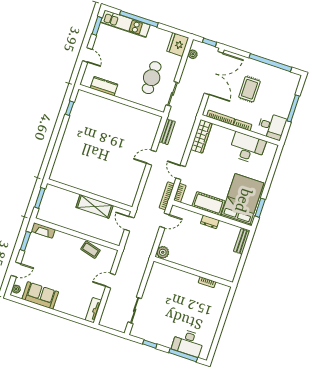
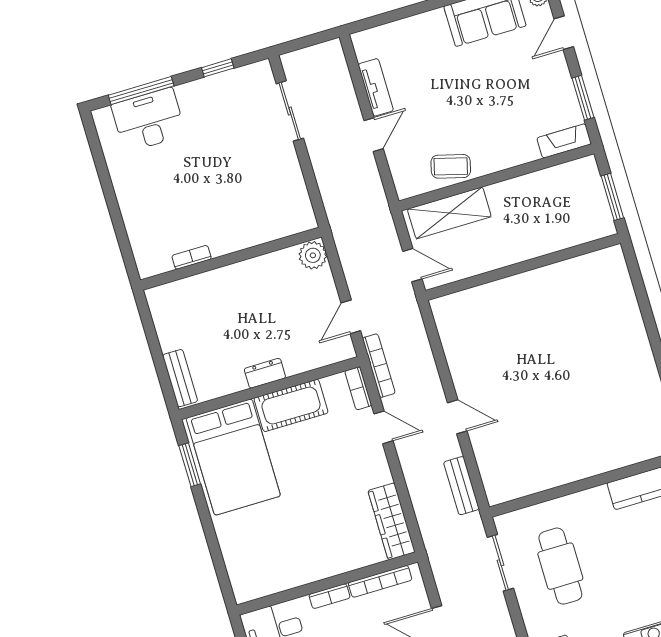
desk: (247, 148) -> (291, 559), removed
door: (151, 158) -> (457, 417), hinge flipped
shelving: (95, 206) -> (449, 213), moved
tv unit: (93, 310) -> (376, 87), moved

